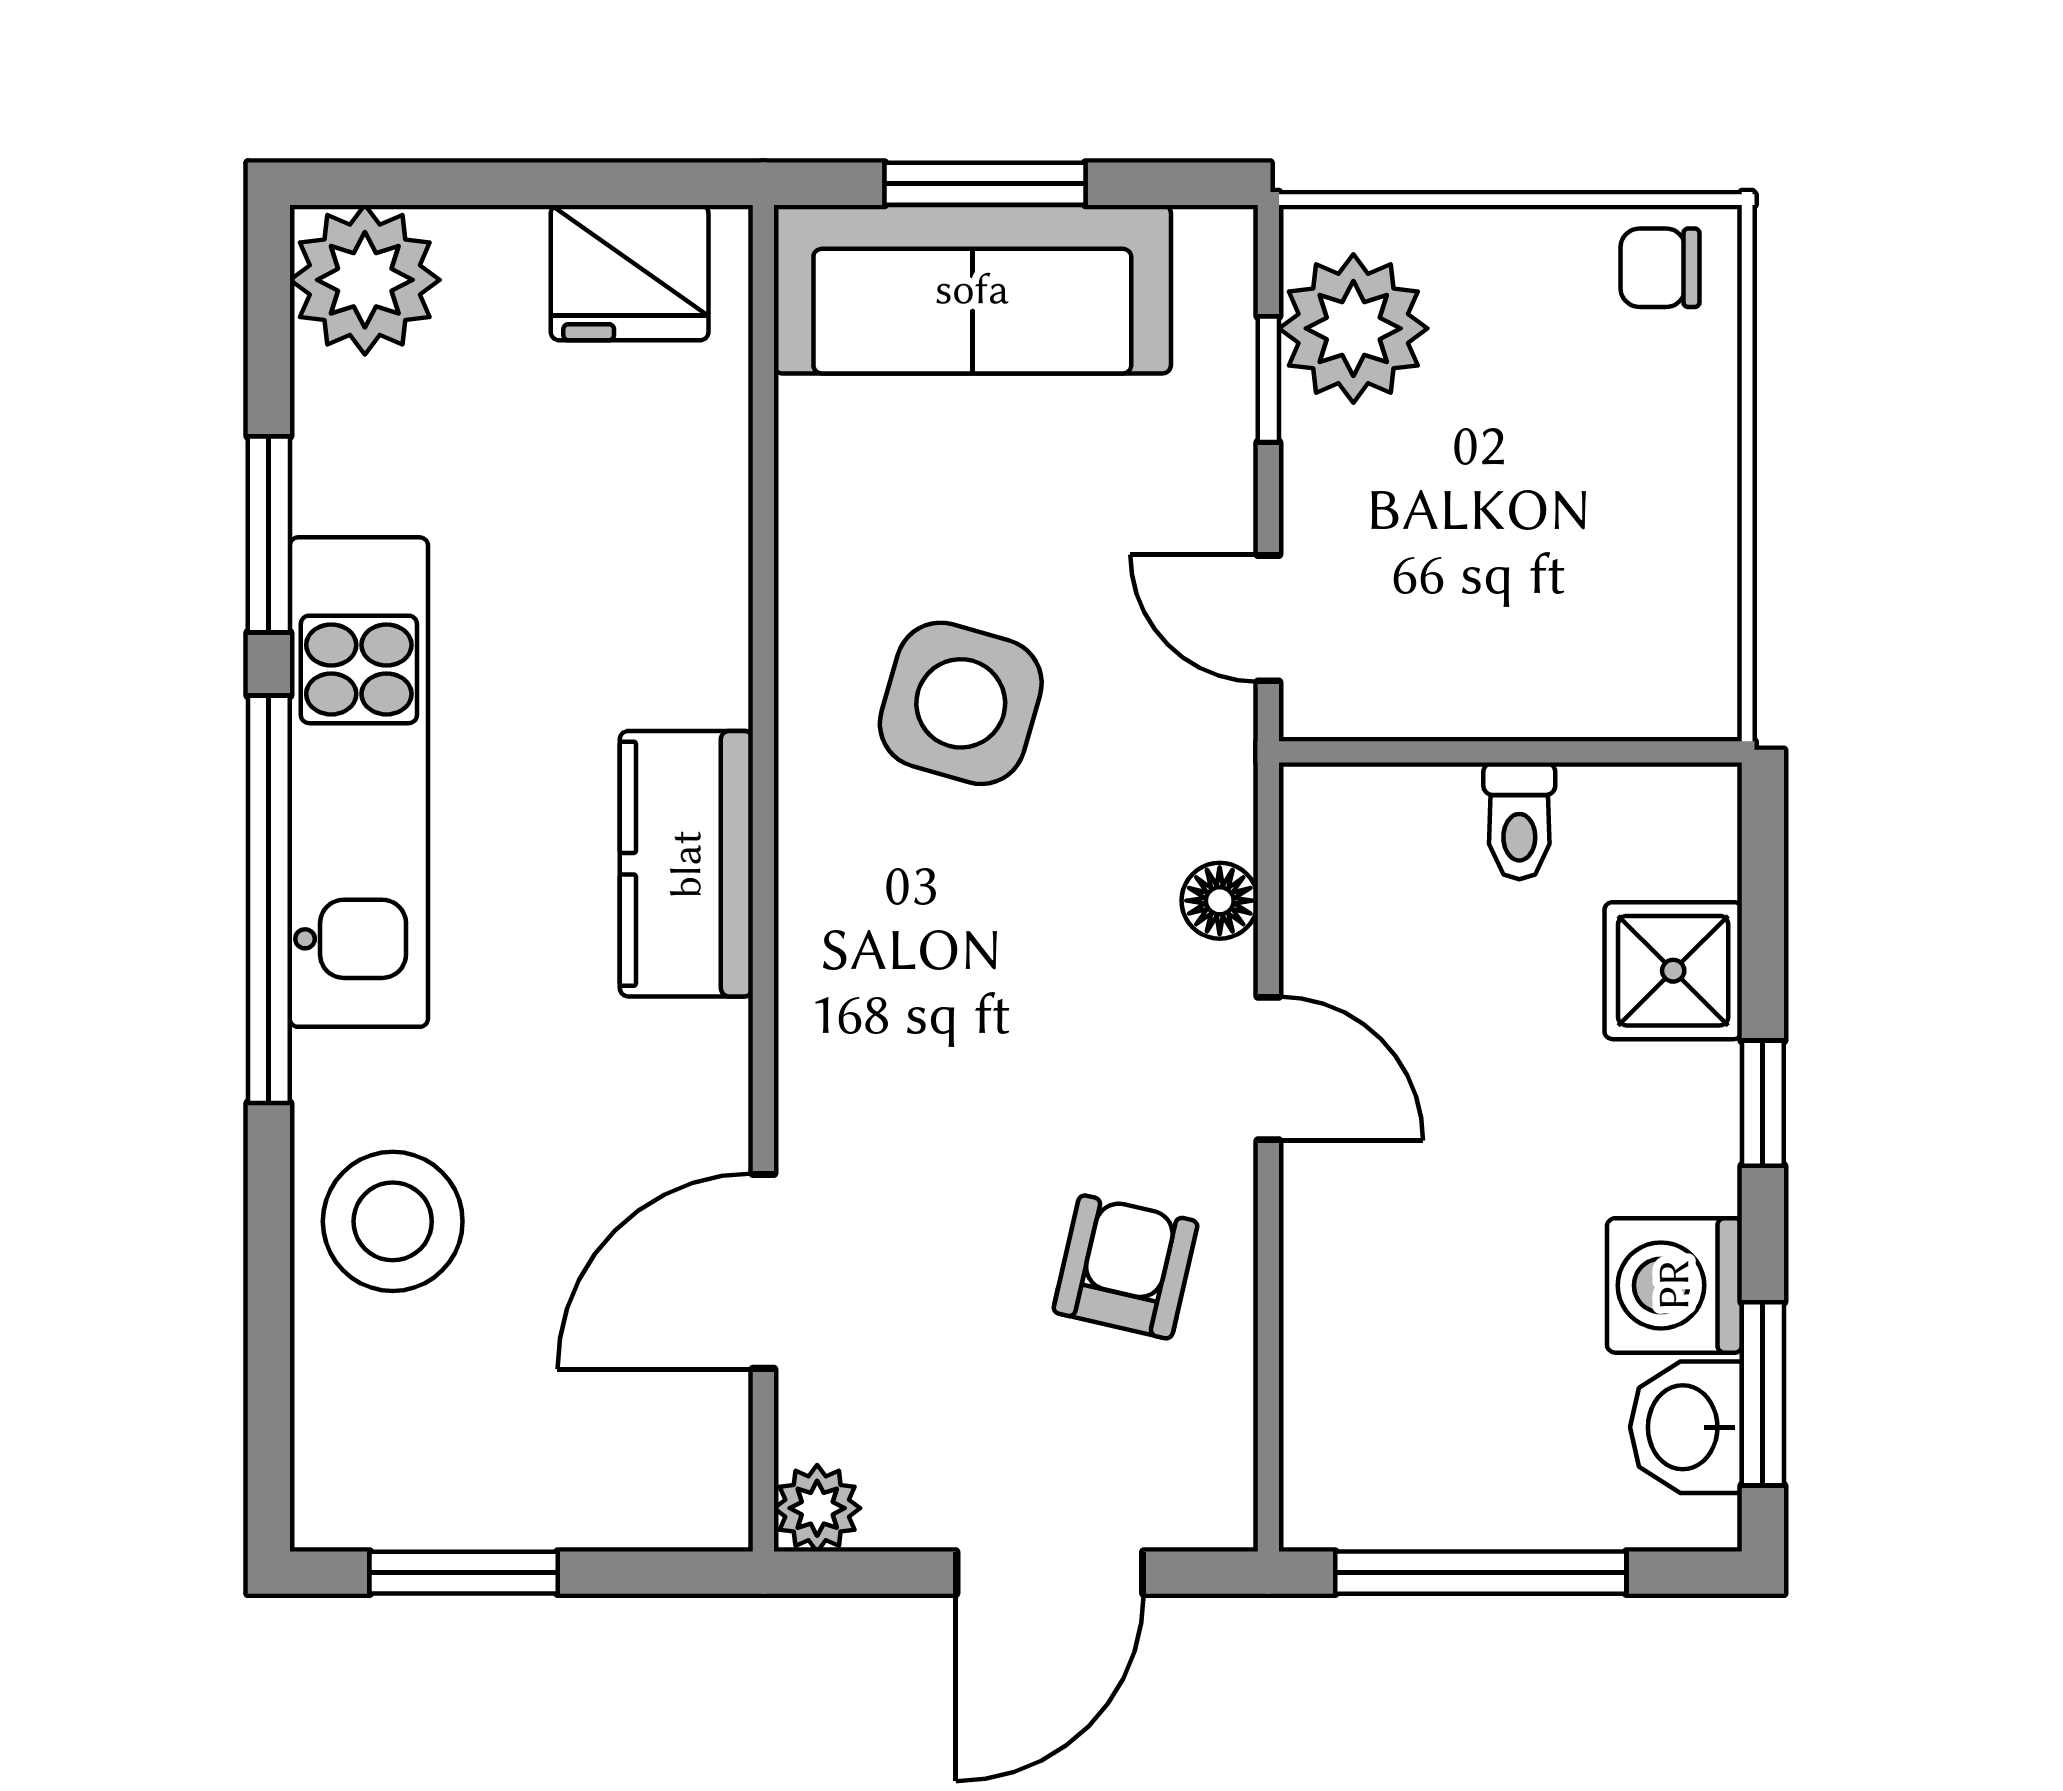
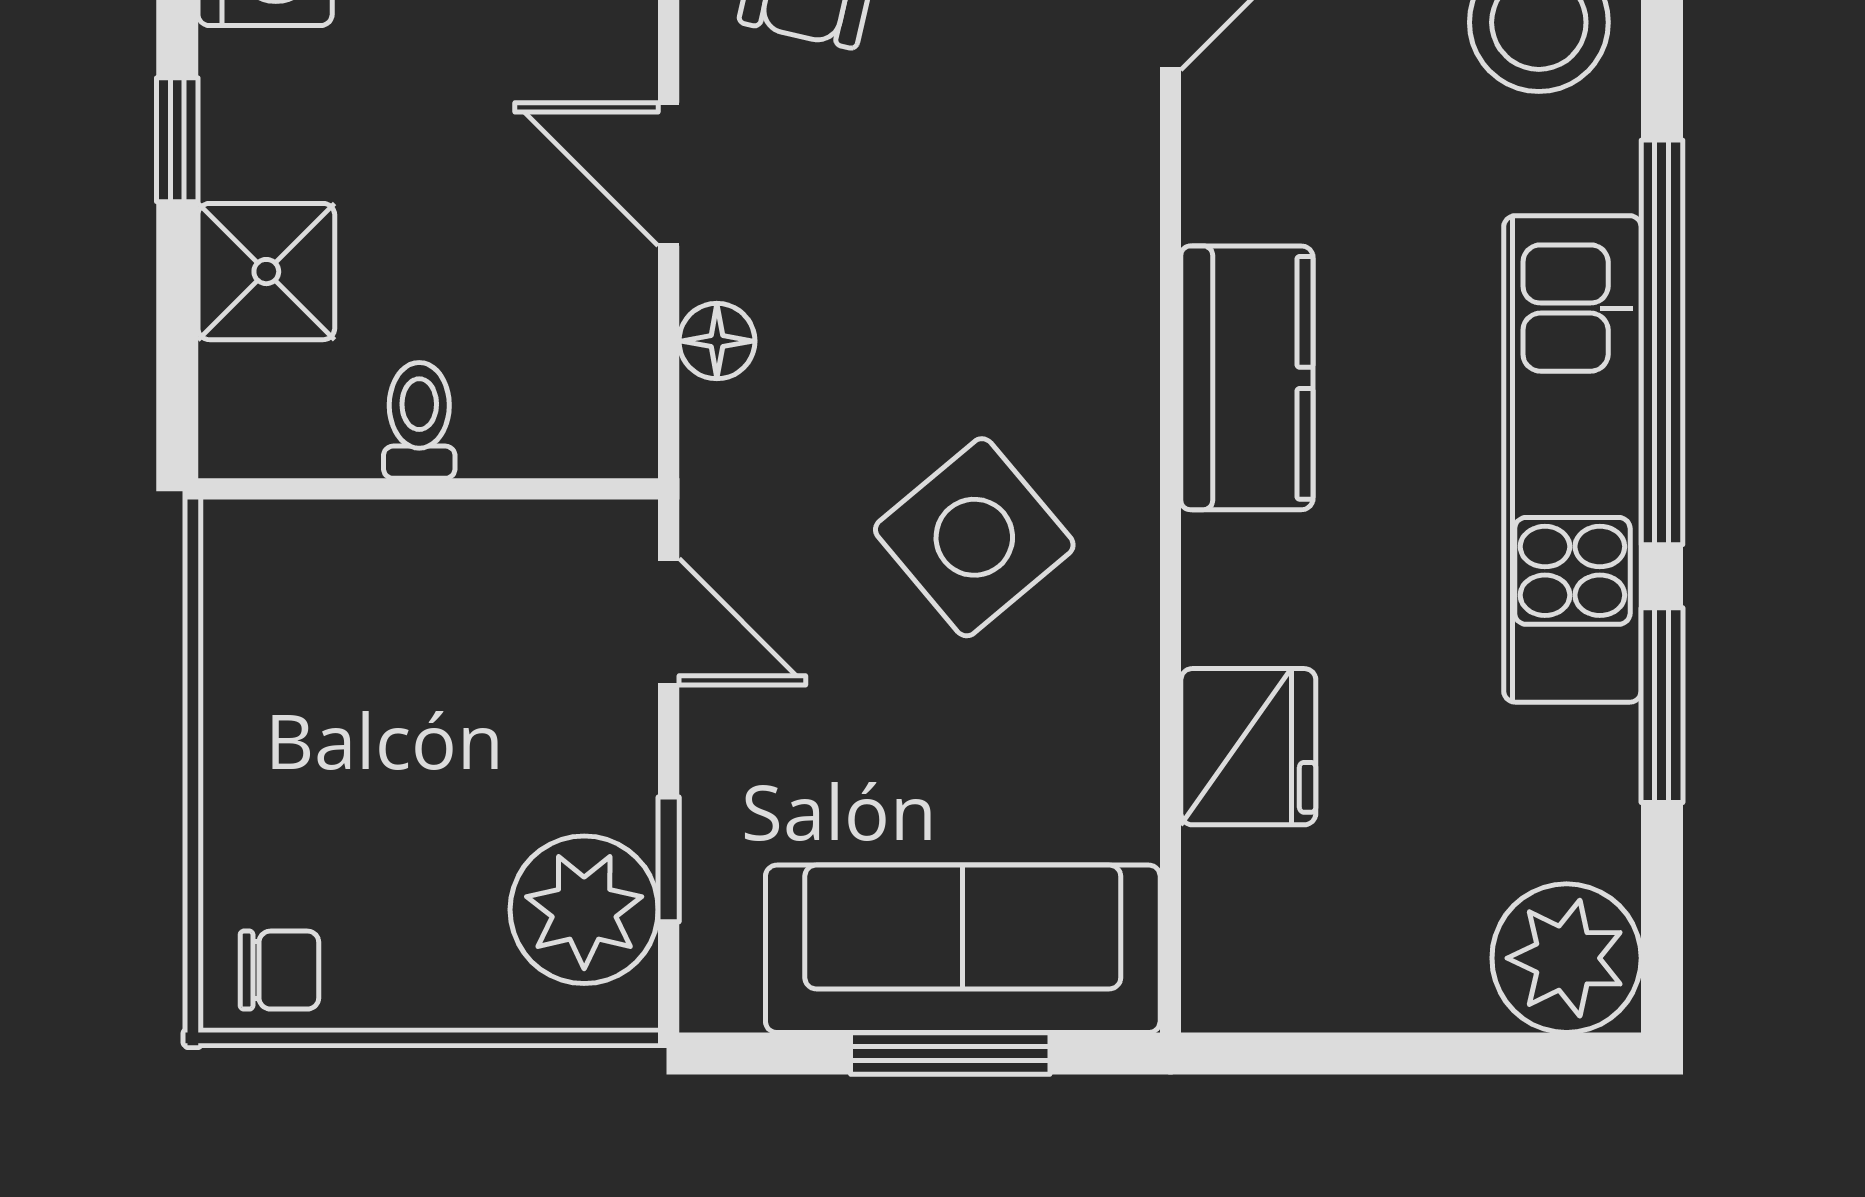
fridge: (630, 273) -> (1248, 747), moved, turned 90
side table: (961, 703) -> (974, 537), turned 34

